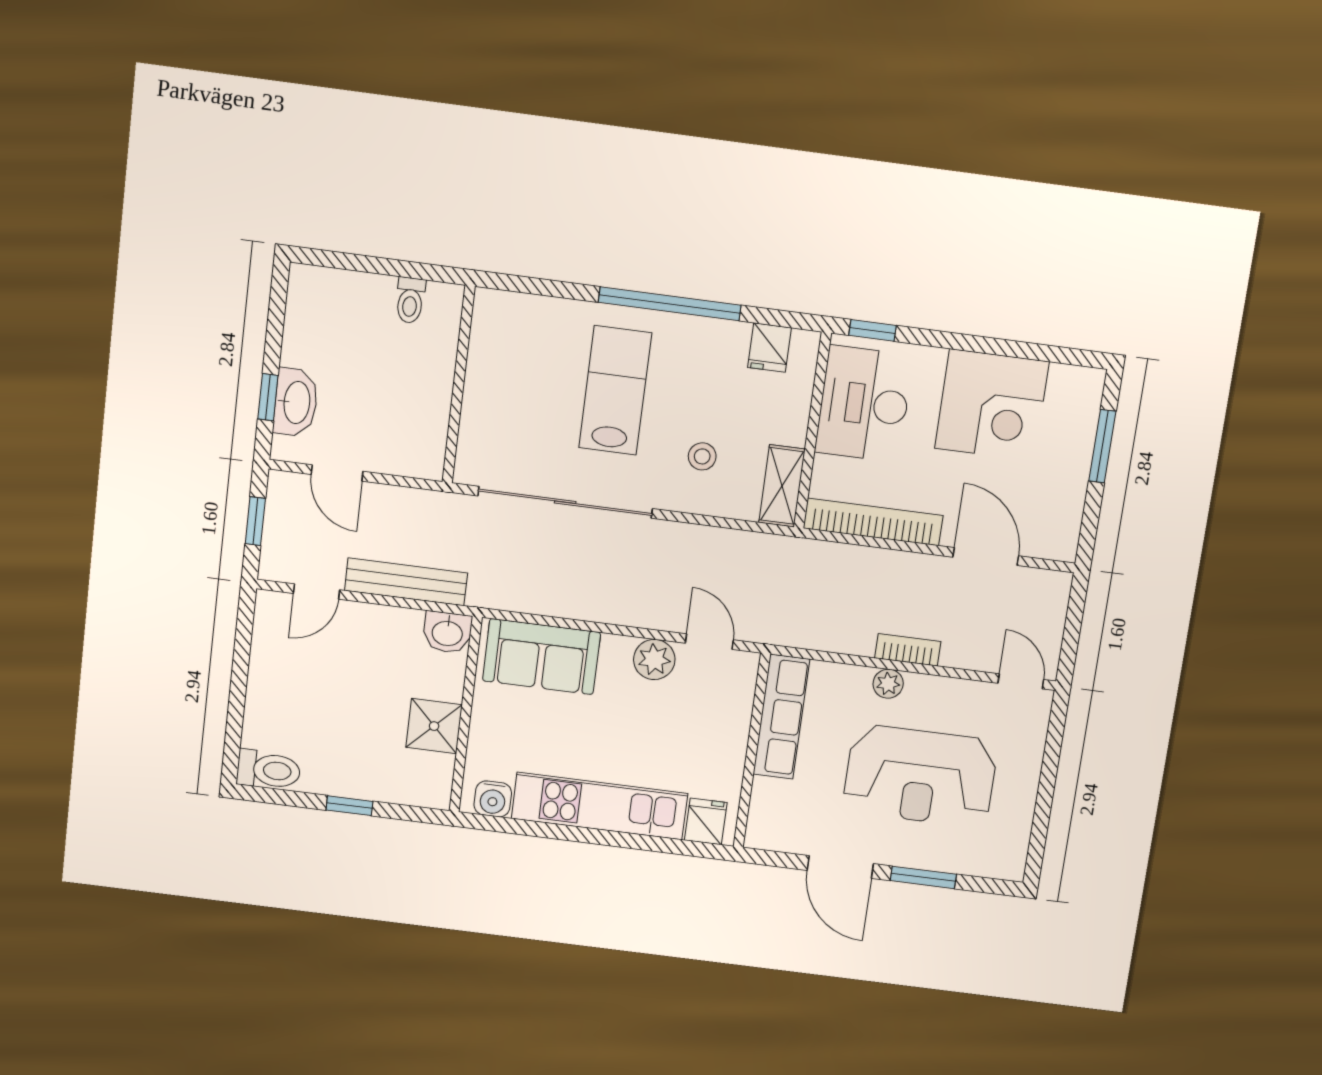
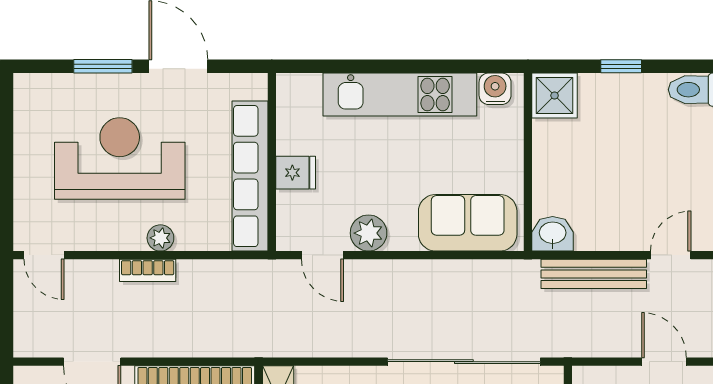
row of seats: (781, 717) -> (250, 176), width x1.36
shower: (434, 726) -> (555, 95), moved
fridge: (706, 821) -> (296, 173), moved, turned -90

